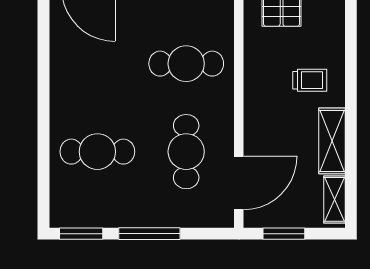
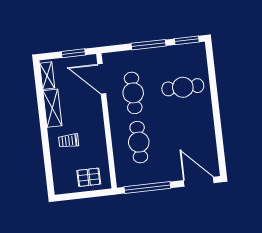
cafe table: (186, 64) -> (139, 142), turned 90
door: (239, 183) -> (102, 79), hinge flipped

